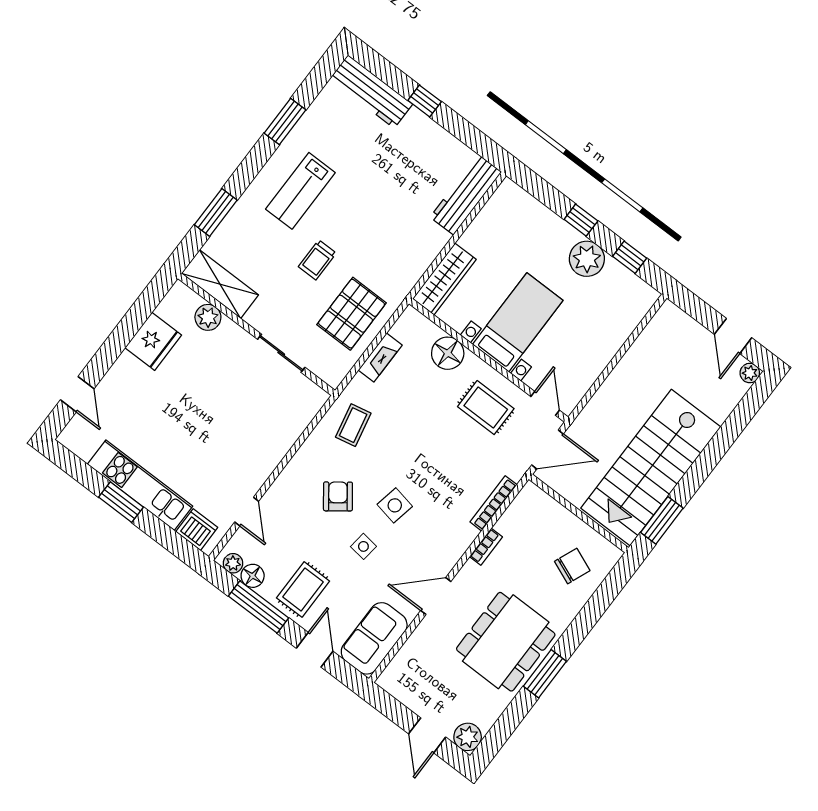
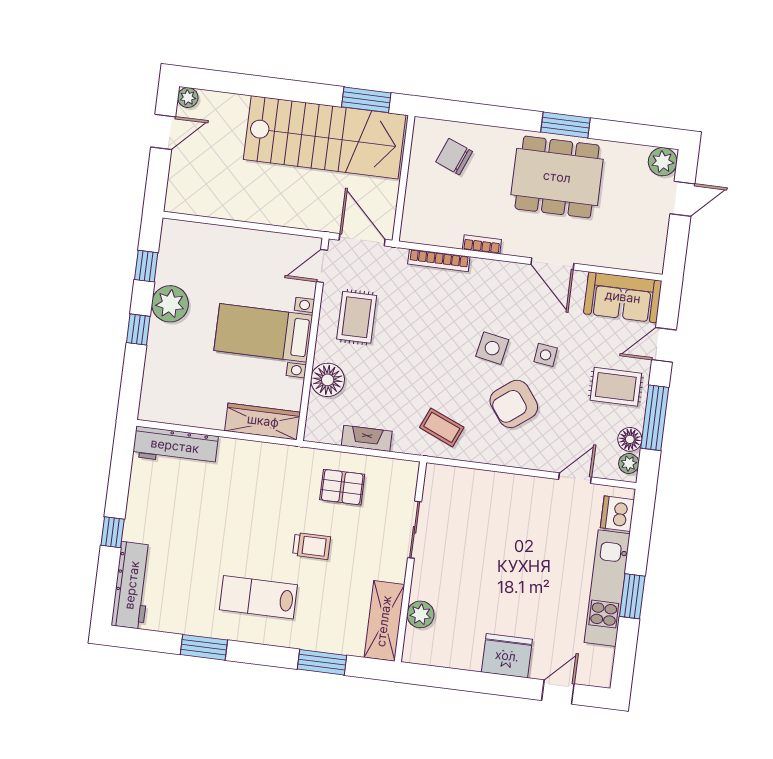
lab bench: (300, 191) -> (258, 597), turned 180
pallet: (352, 314) -> (342, 487), width x0.67, depth x0.71
fridge: (153, 341) -> (507, 656), moved
coffee table: (353, 425) -> (442, 427), turned 35
armchair: (338, 496) -> (514, 404), width x1.38, depth x1.38

